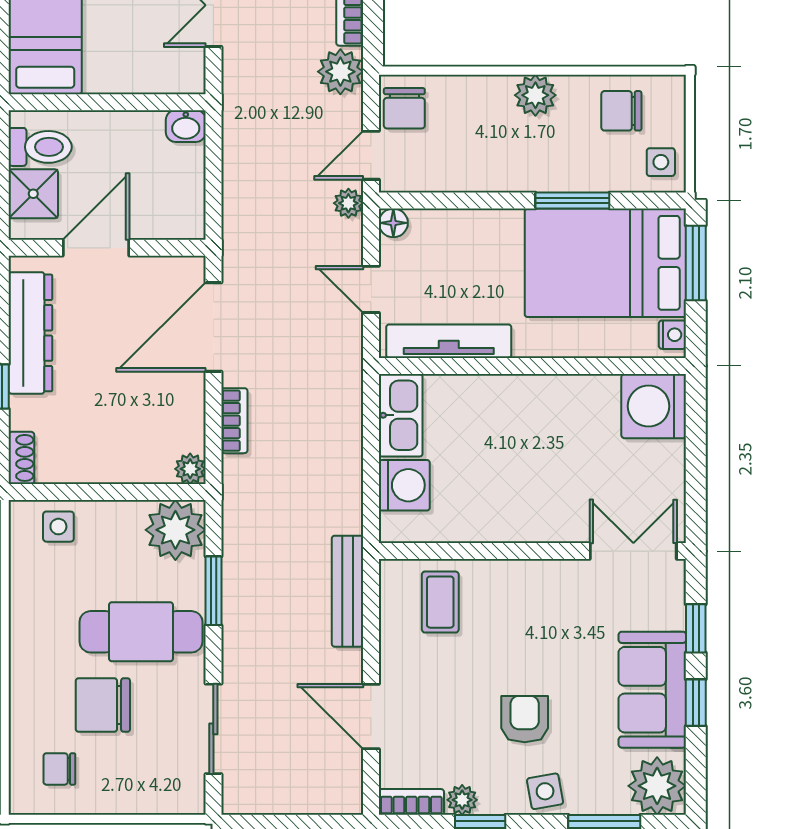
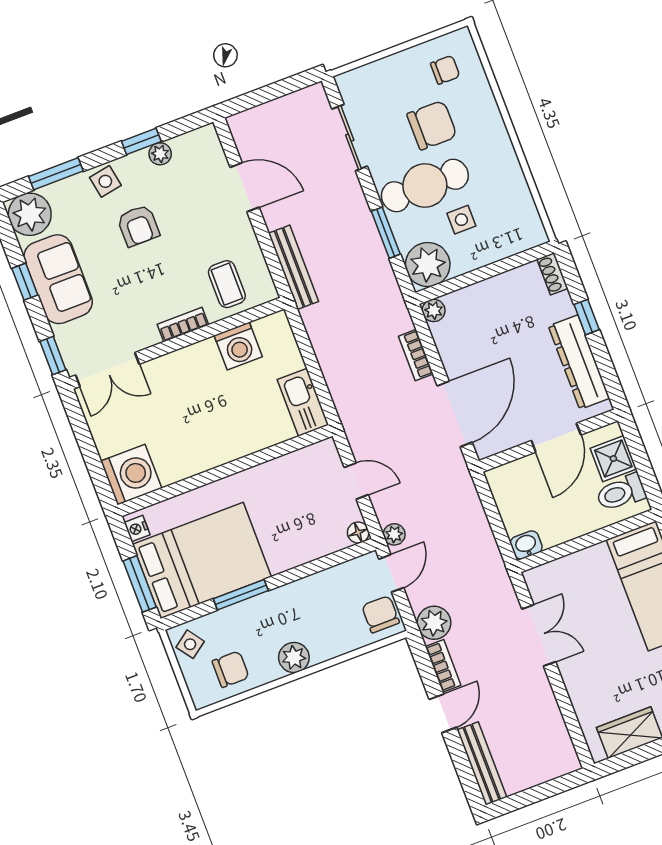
side table: (661, 162) -> (190, 644), turned -36
tv unit: (449, 341) -> (289, 466), removed
washing machine: (404, 485) -> (238, 346), moved, turned -90
side table: (58, 527) -> (461, 220), moved
window: (696, 628) -> (53, 356), moved
bookcase: (411, 802) -> (183, 324), moved, turned 180

